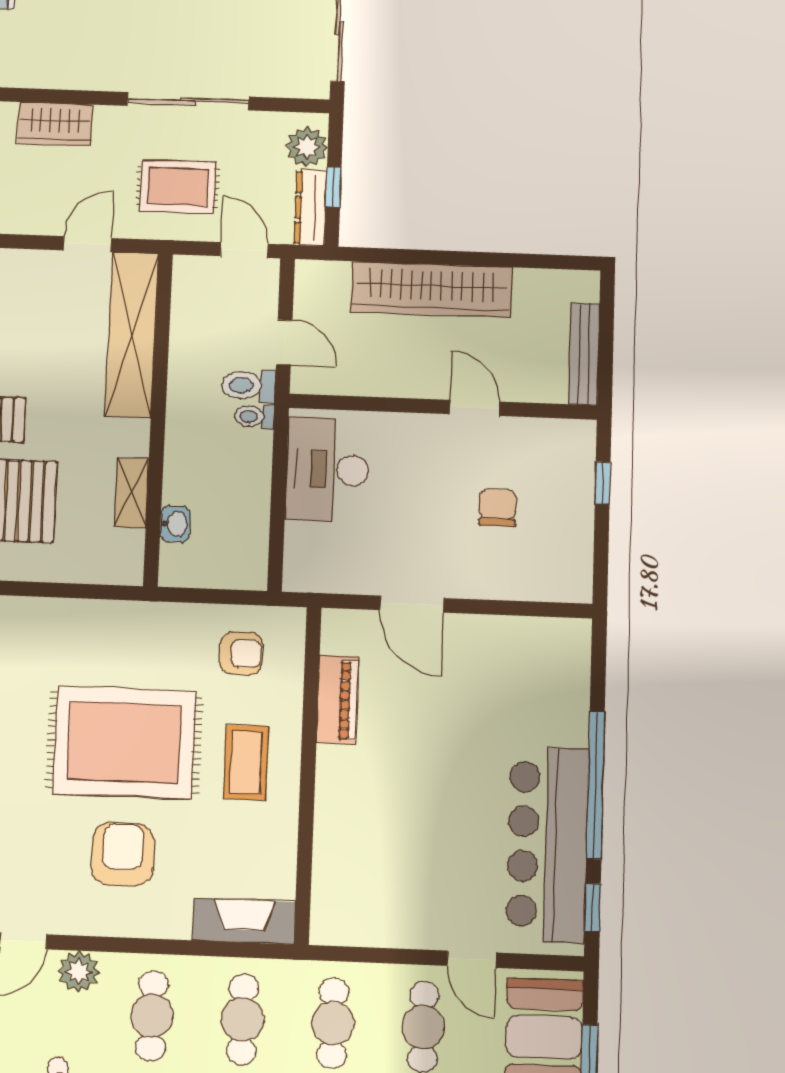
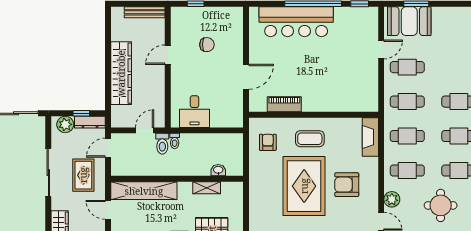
desk: (327, 469) -> (194, 112), width x0.73
chair: (497, 508) -> (207, 45), turned 180
bar counter: (548, 844) -> (296, 22), moved

